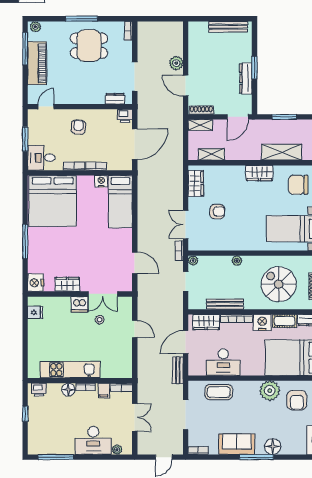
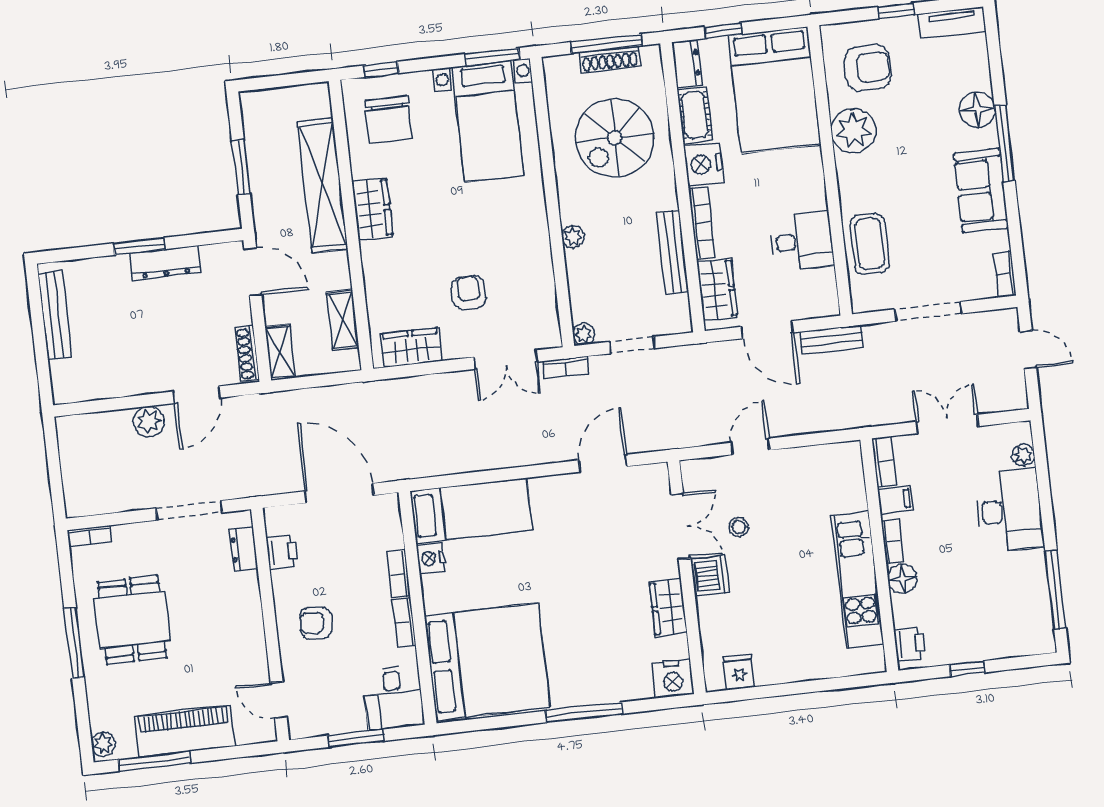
printer: (125, 116) -> (282, 552), moved
shelving: (282, 152) -> (323, 186), width x1.47
desk: (223, 362) -> (802, 241), width x0.73

